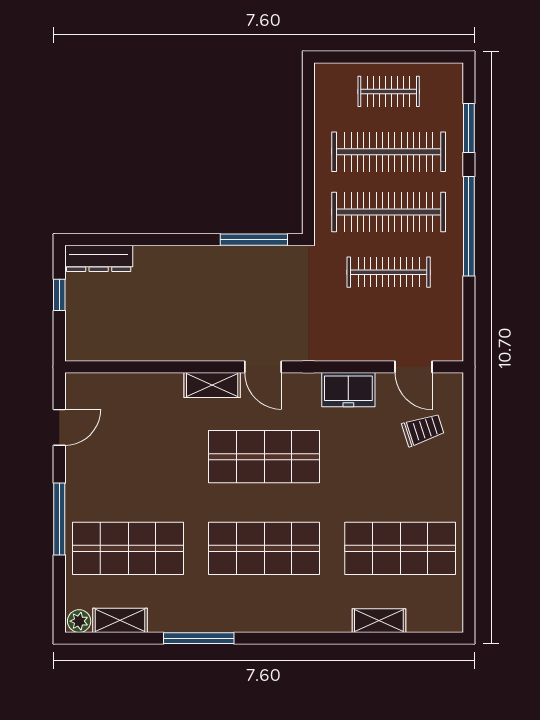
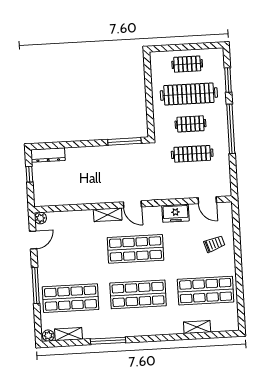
clothes rail: (389, 212) -> (191, 124), width x0.54, depth x0.76
plant: (77, 384) -> (40, 218), added
trolley: (423, 430) -> (214, 244), moved

